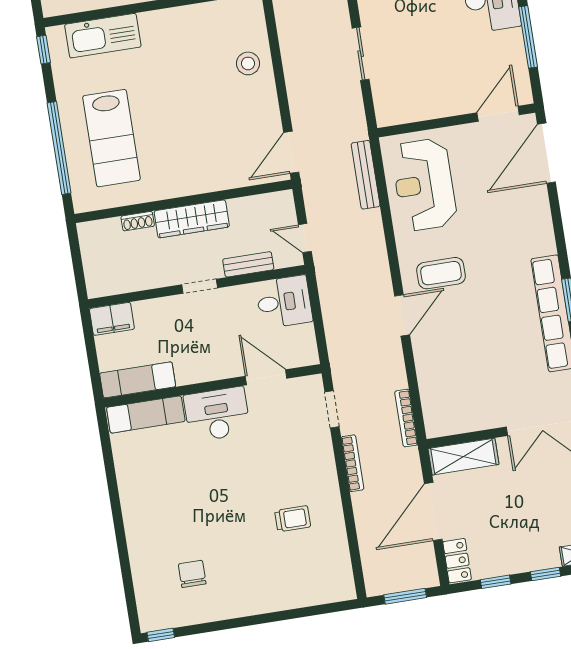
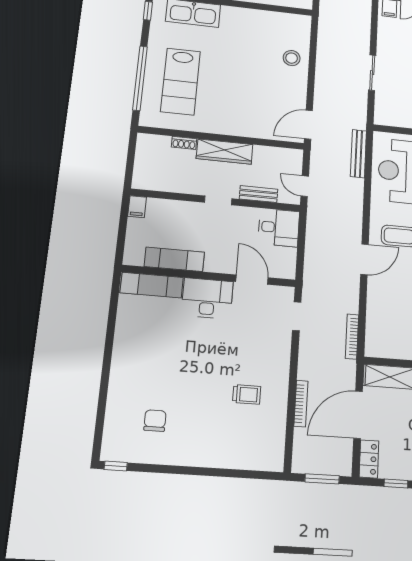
filing cabinet: (112, 319) -> (137, 207), width x0.50
exam couch: (138, 380) -> (174, 259), moved
bookcase: (352, 463) -> (301, 404), moved

